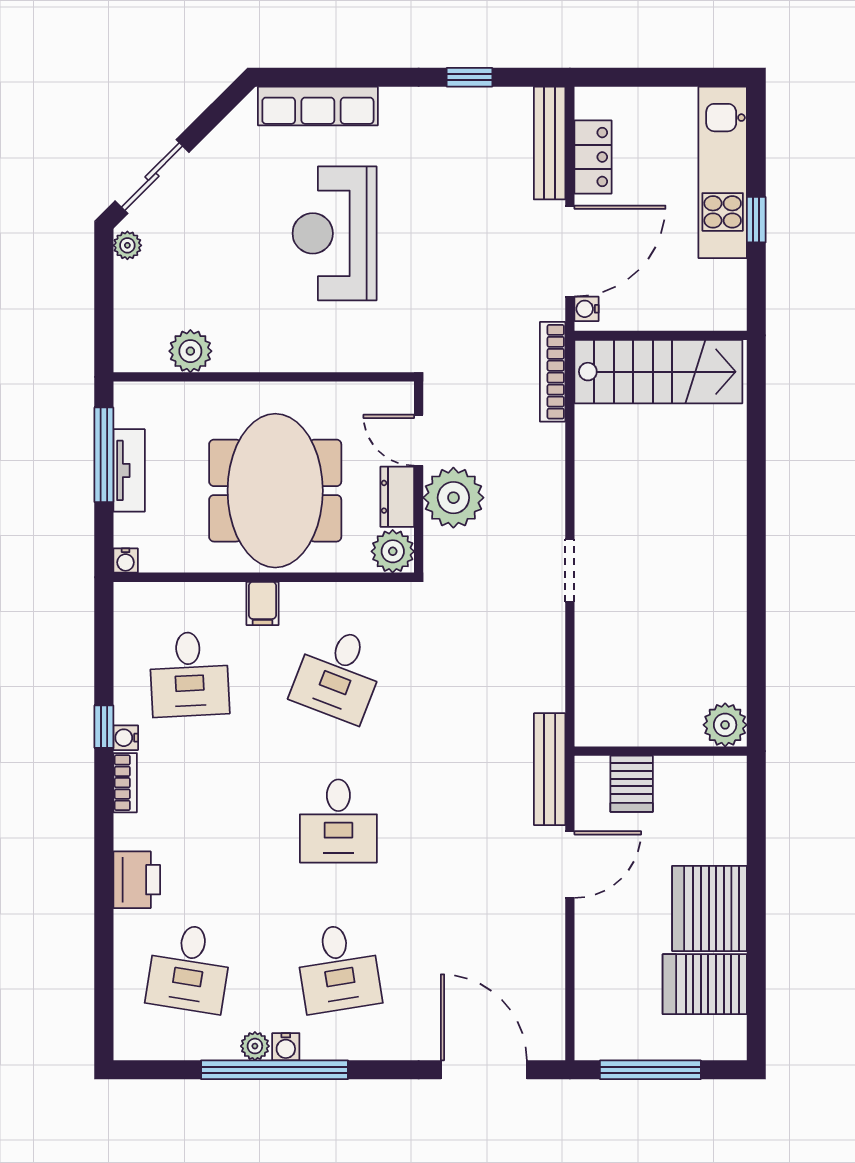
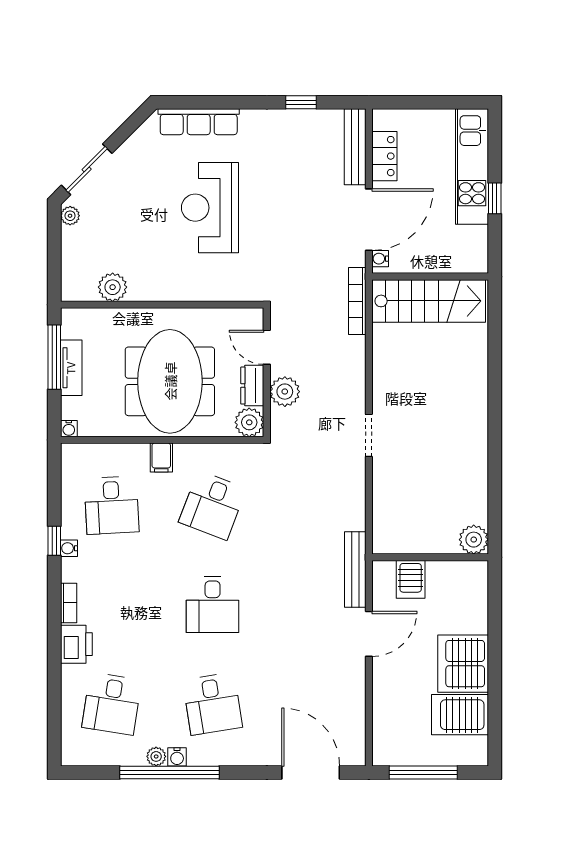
plant: (453, 498) -> (285, 392), width x0.73, depth x0.73
bookcase: (125, 783) -> (69, 603), moved

